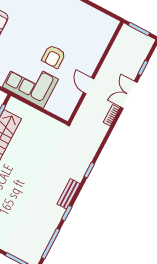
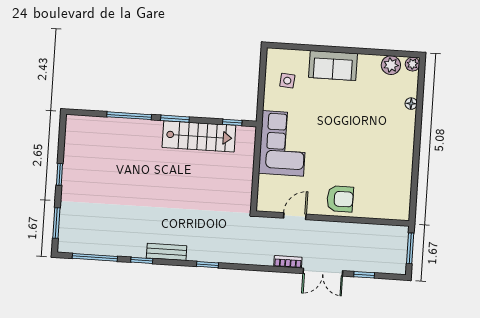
armchair: (54, 57) -> (340, 199), moved, turned 180
door: (89, 86) -> (295, 216), moved
double door: (129, 95) -> (323, 272), swing flipped

